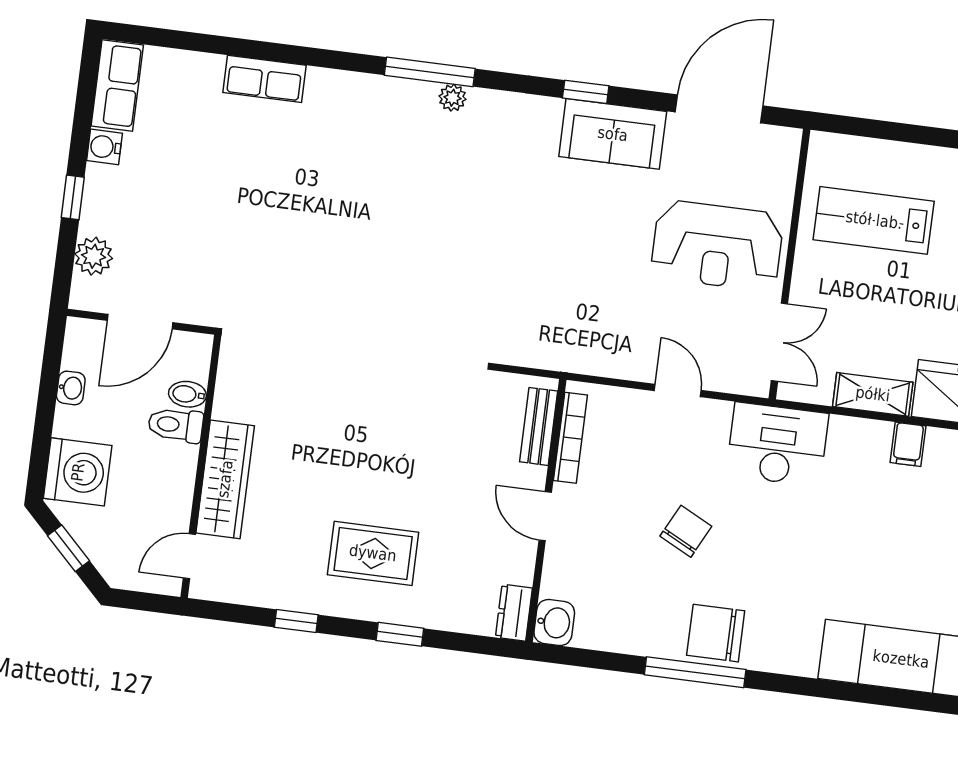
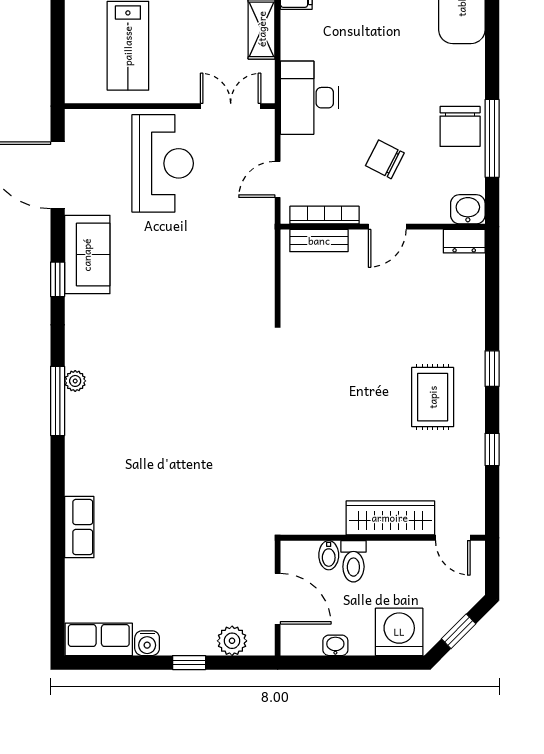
bench: (539, 426) -> (319, 241), moved
bookcase: (570, 438) -> (325, 215), moved
wall: (546, 511) -> (383, 227), moved
door: (545, 516) -> (387, 227), moved
dresser: (514, 613) -> (464, 241), moved
washbasin: (554, 623) -> (468, 209), moved

